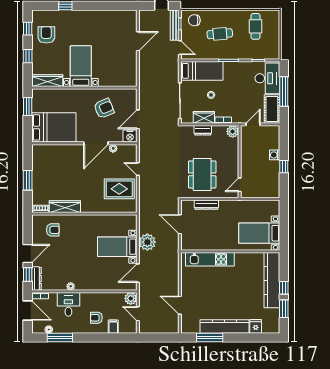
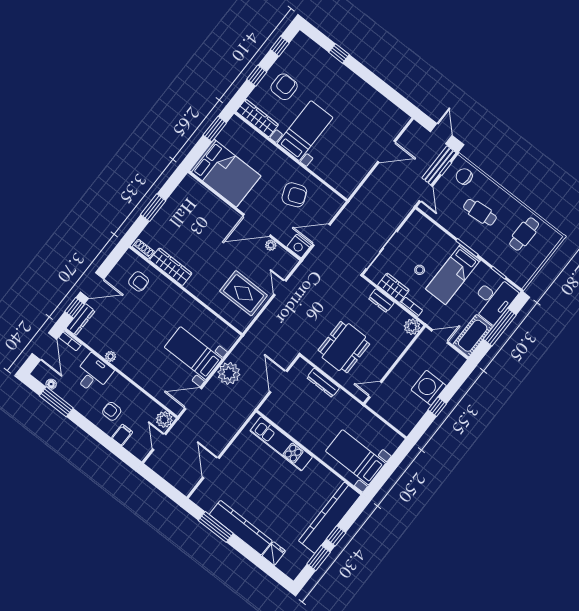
armchair: (46, 35) -> (284, 87), moved
bed: (202, 71) -> (453, 275), moved, turned 90
washing machine: (275, 155) -> (429, 388), width x1.89, depth x1.89

